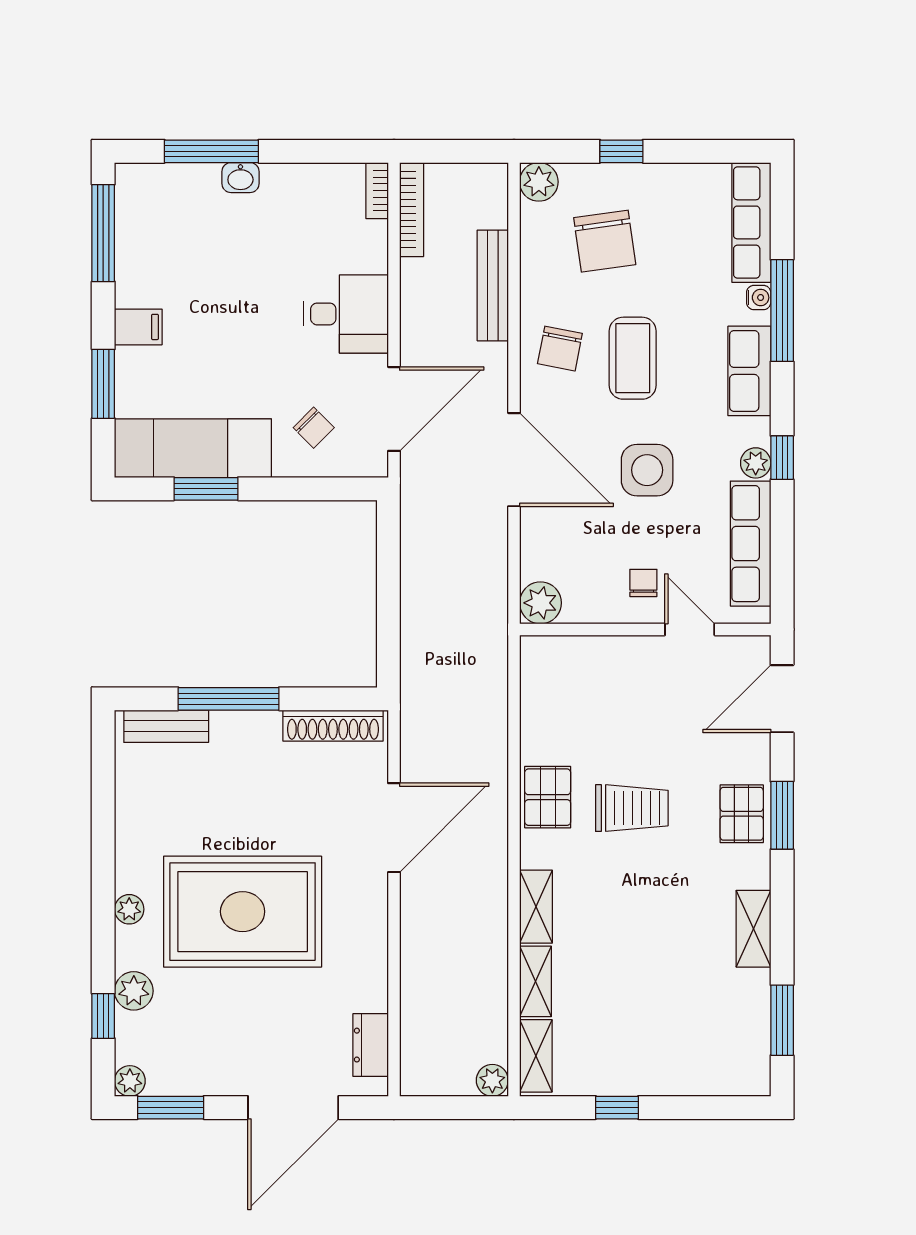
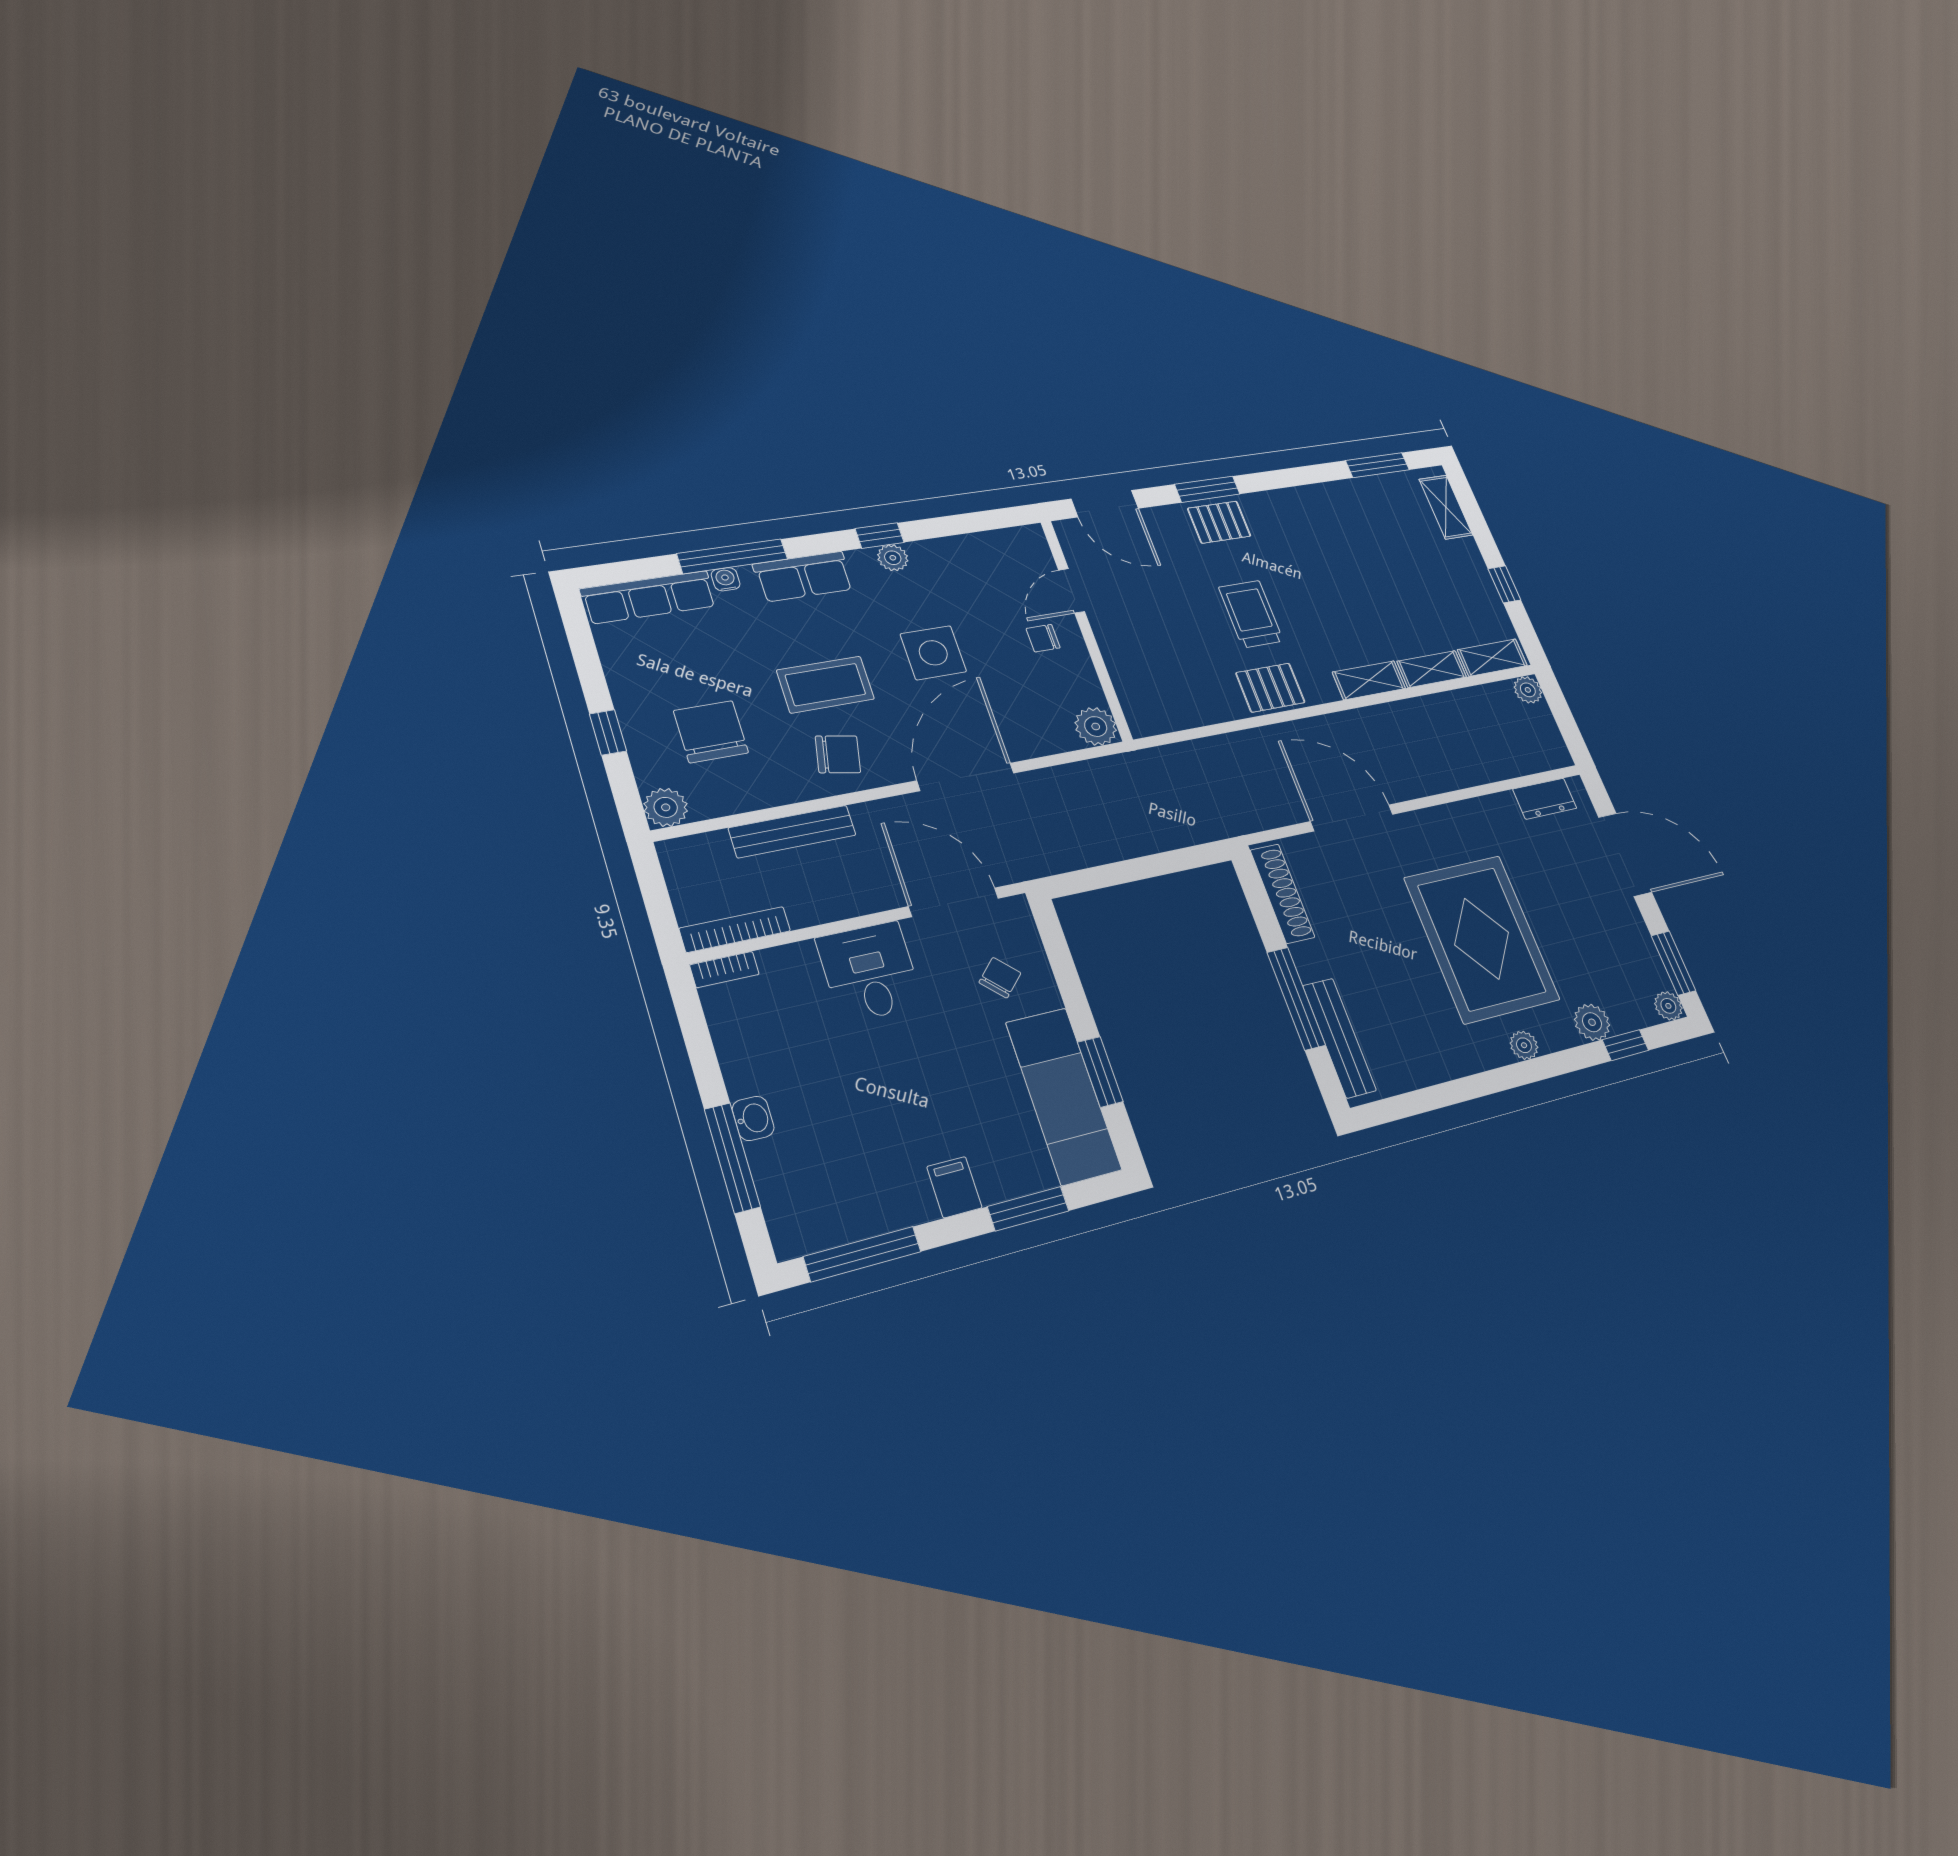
chair: (605, 241) -> (711, 732), turned -82
row of seats: (751, 544) -> (972, 551), removed
bench: (166, 726) -> (1339, 1038), width x1.36
shelving: (753, 929) -> (1446, 507), moved, turned 90

